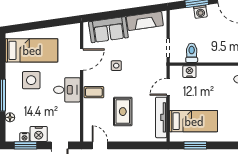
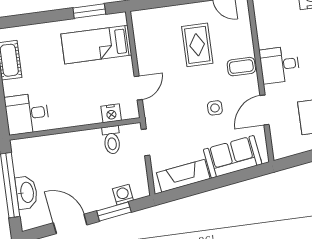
washing machine: (200, 12) -> (123, 195), moved
tv unit: (161, 117) -> (142, 44), removed

